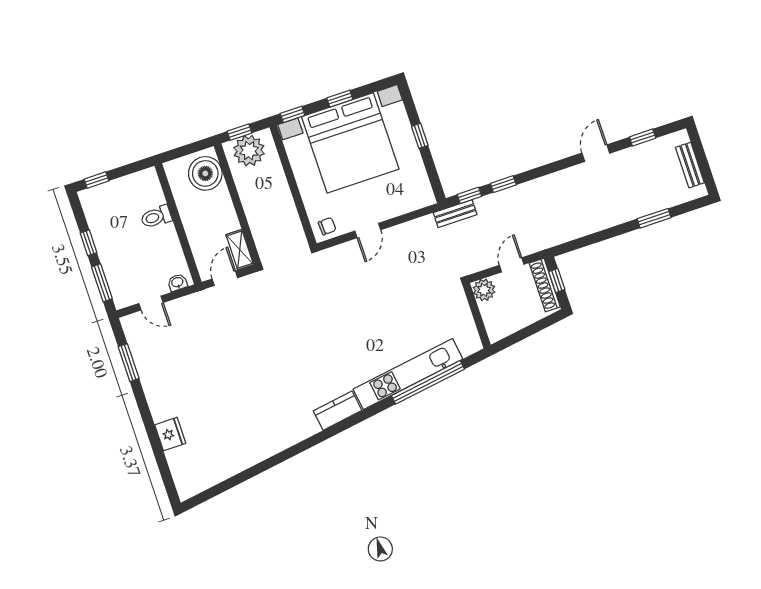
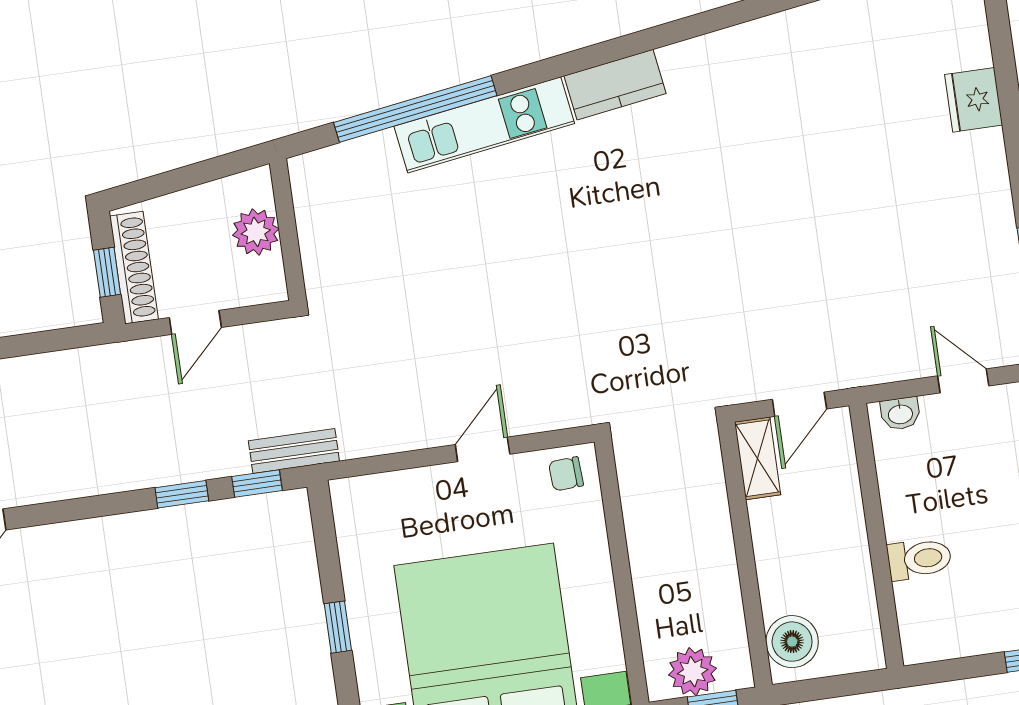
plant: (249, 151) -> (693, 672), width x0.73, depth x0.73
boiler: (205, 173) -> (792, 642), width x0.73, depth x0.73
plant: (484, 290) -> (256, 232), moved
kitchen unit: (408, 374) -> (484, 125), width x0.73

